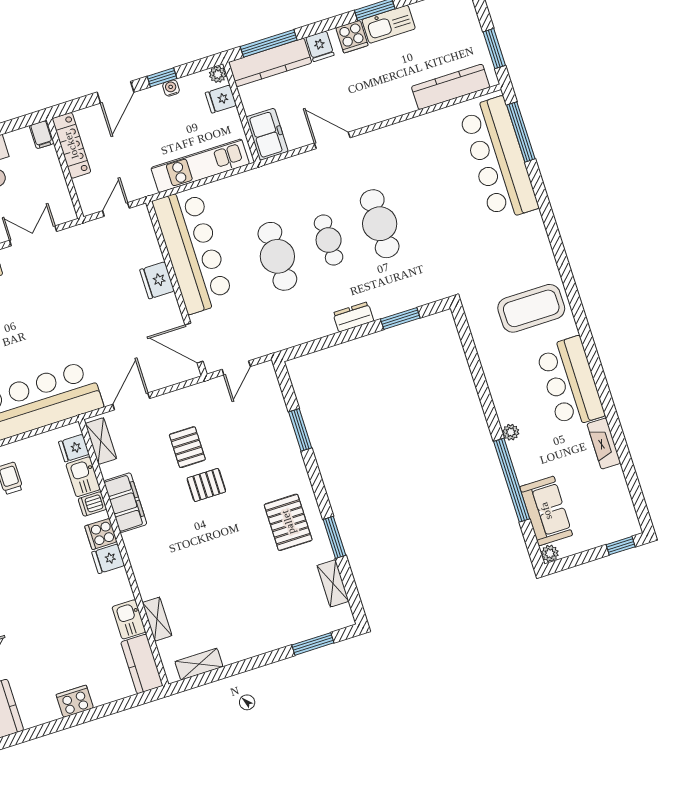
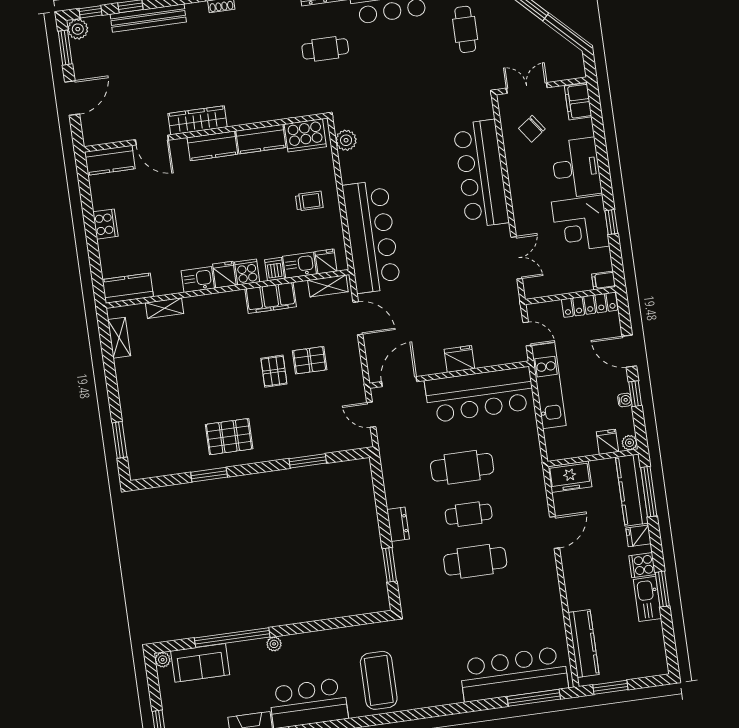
kitchen unit: (200, 166) -> (549, 386), moved
shelving: (333, 583) -> (169, 466), removed
kitchen sink: (129, 619) -> (198, 279), moved

